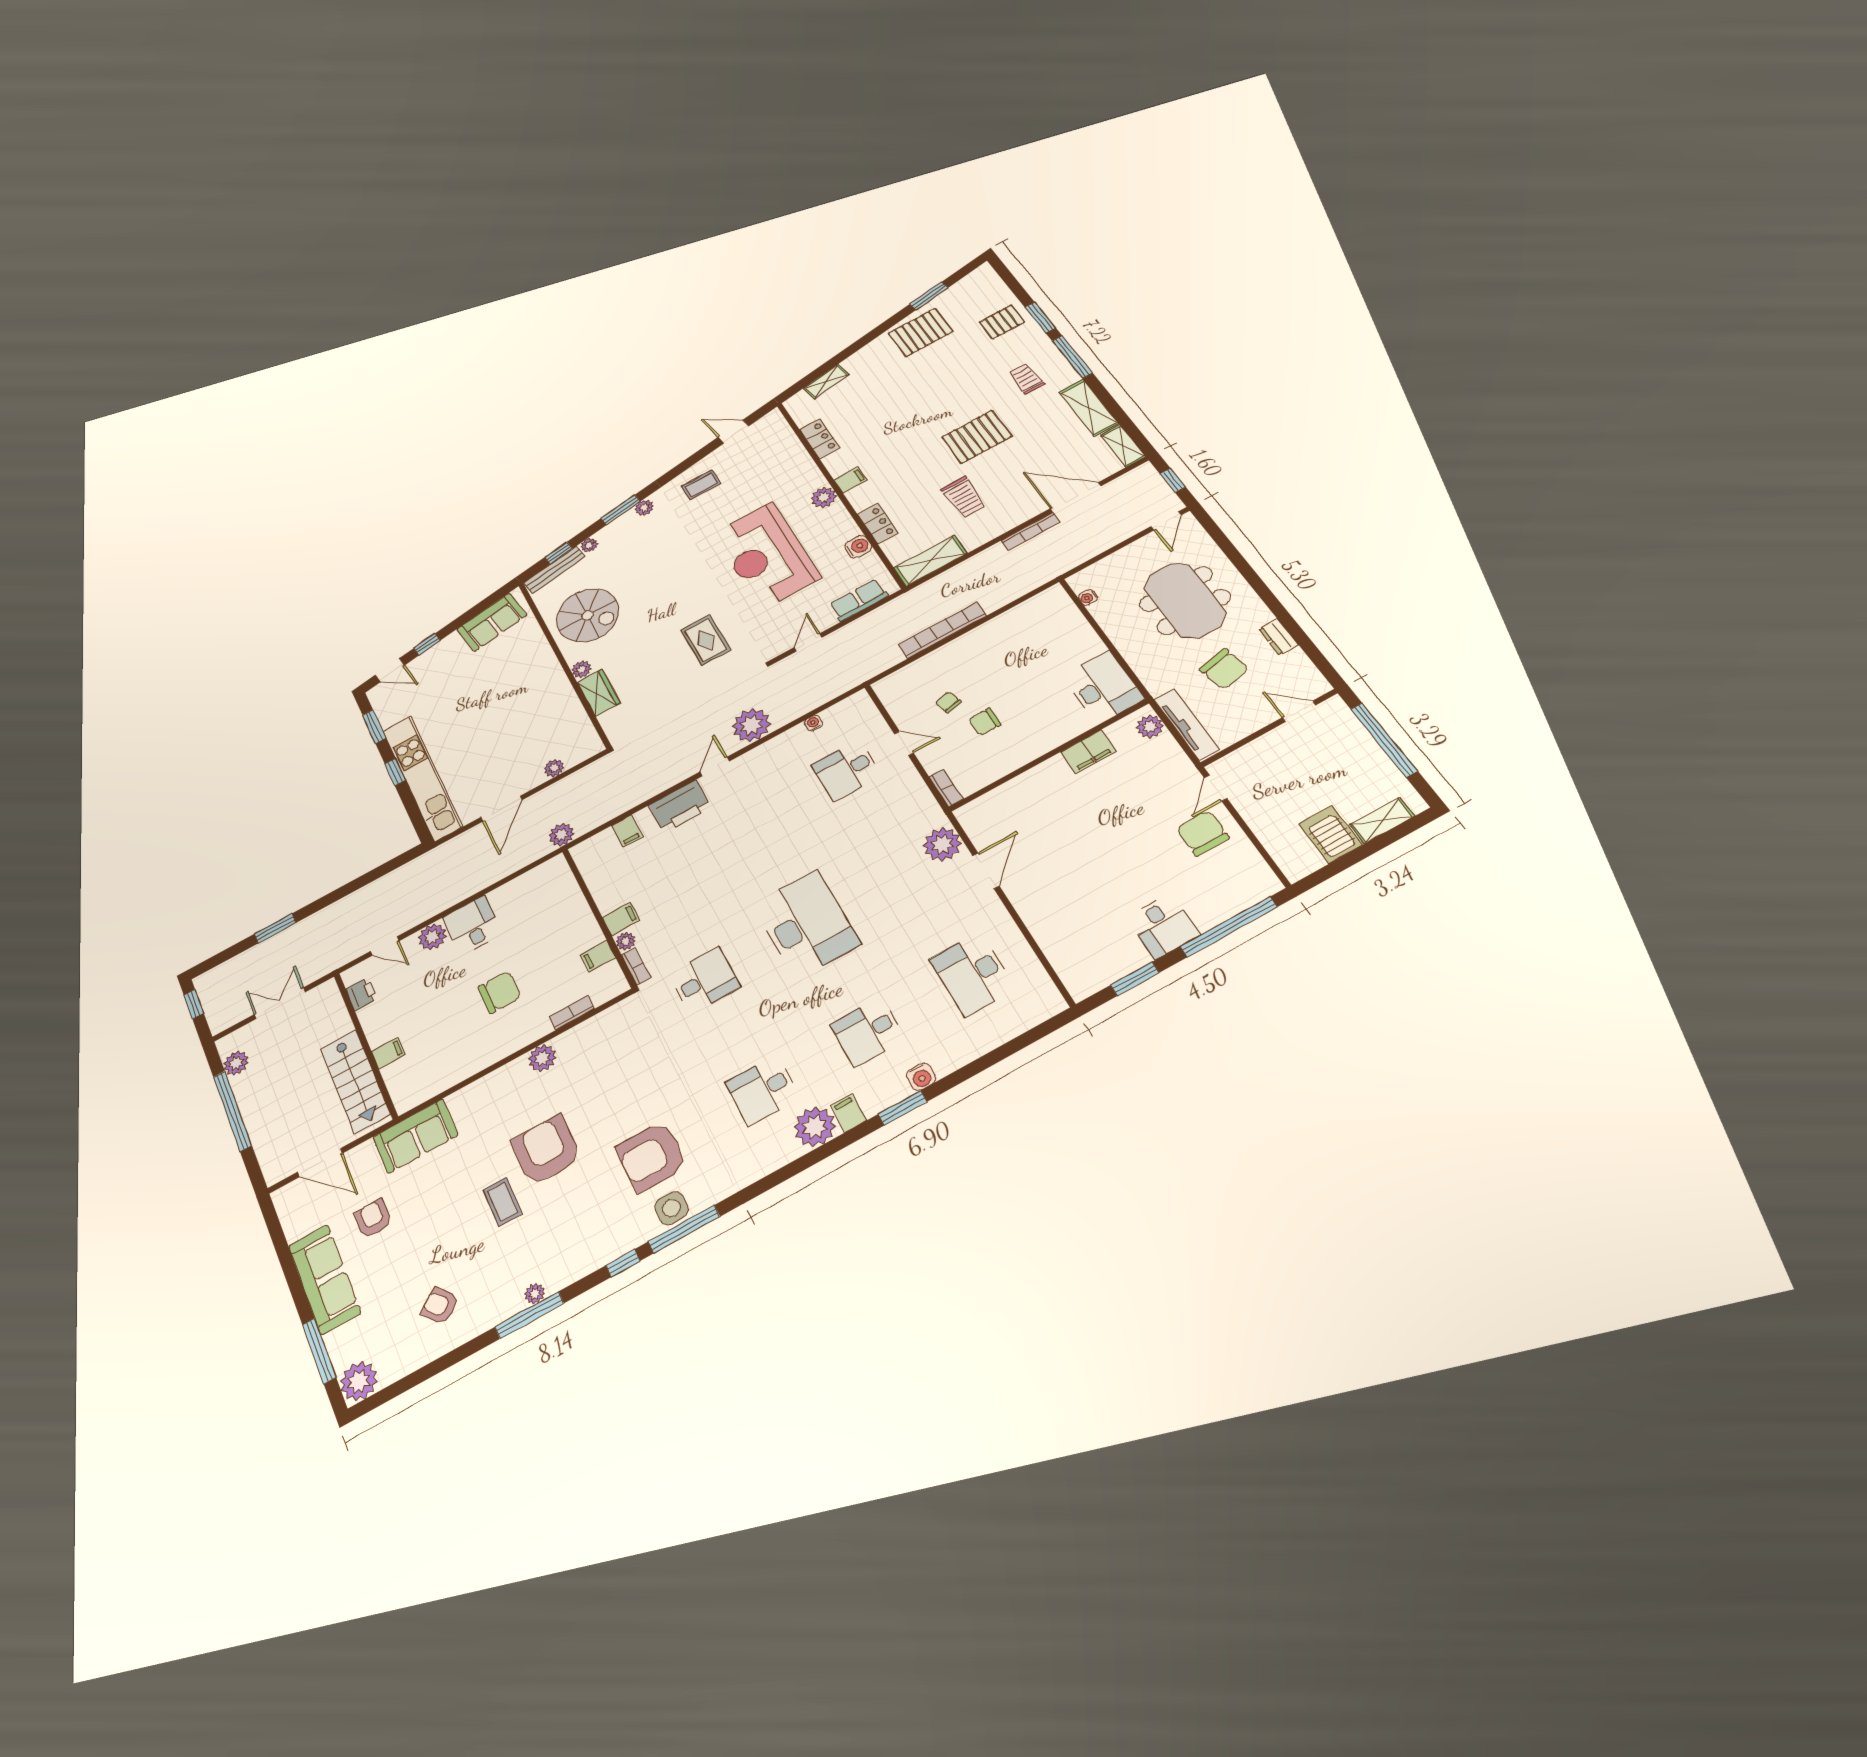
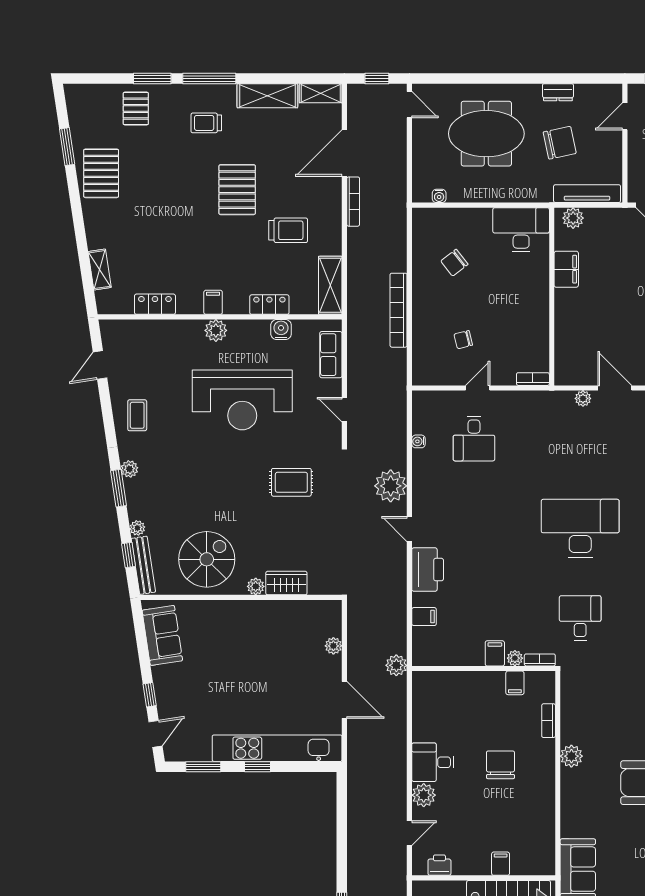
chair: (985, 722) -> (454, 263), moved, turned 52
plant: (942, 844) -> (583, 398), width x0.53, depth x0.53

